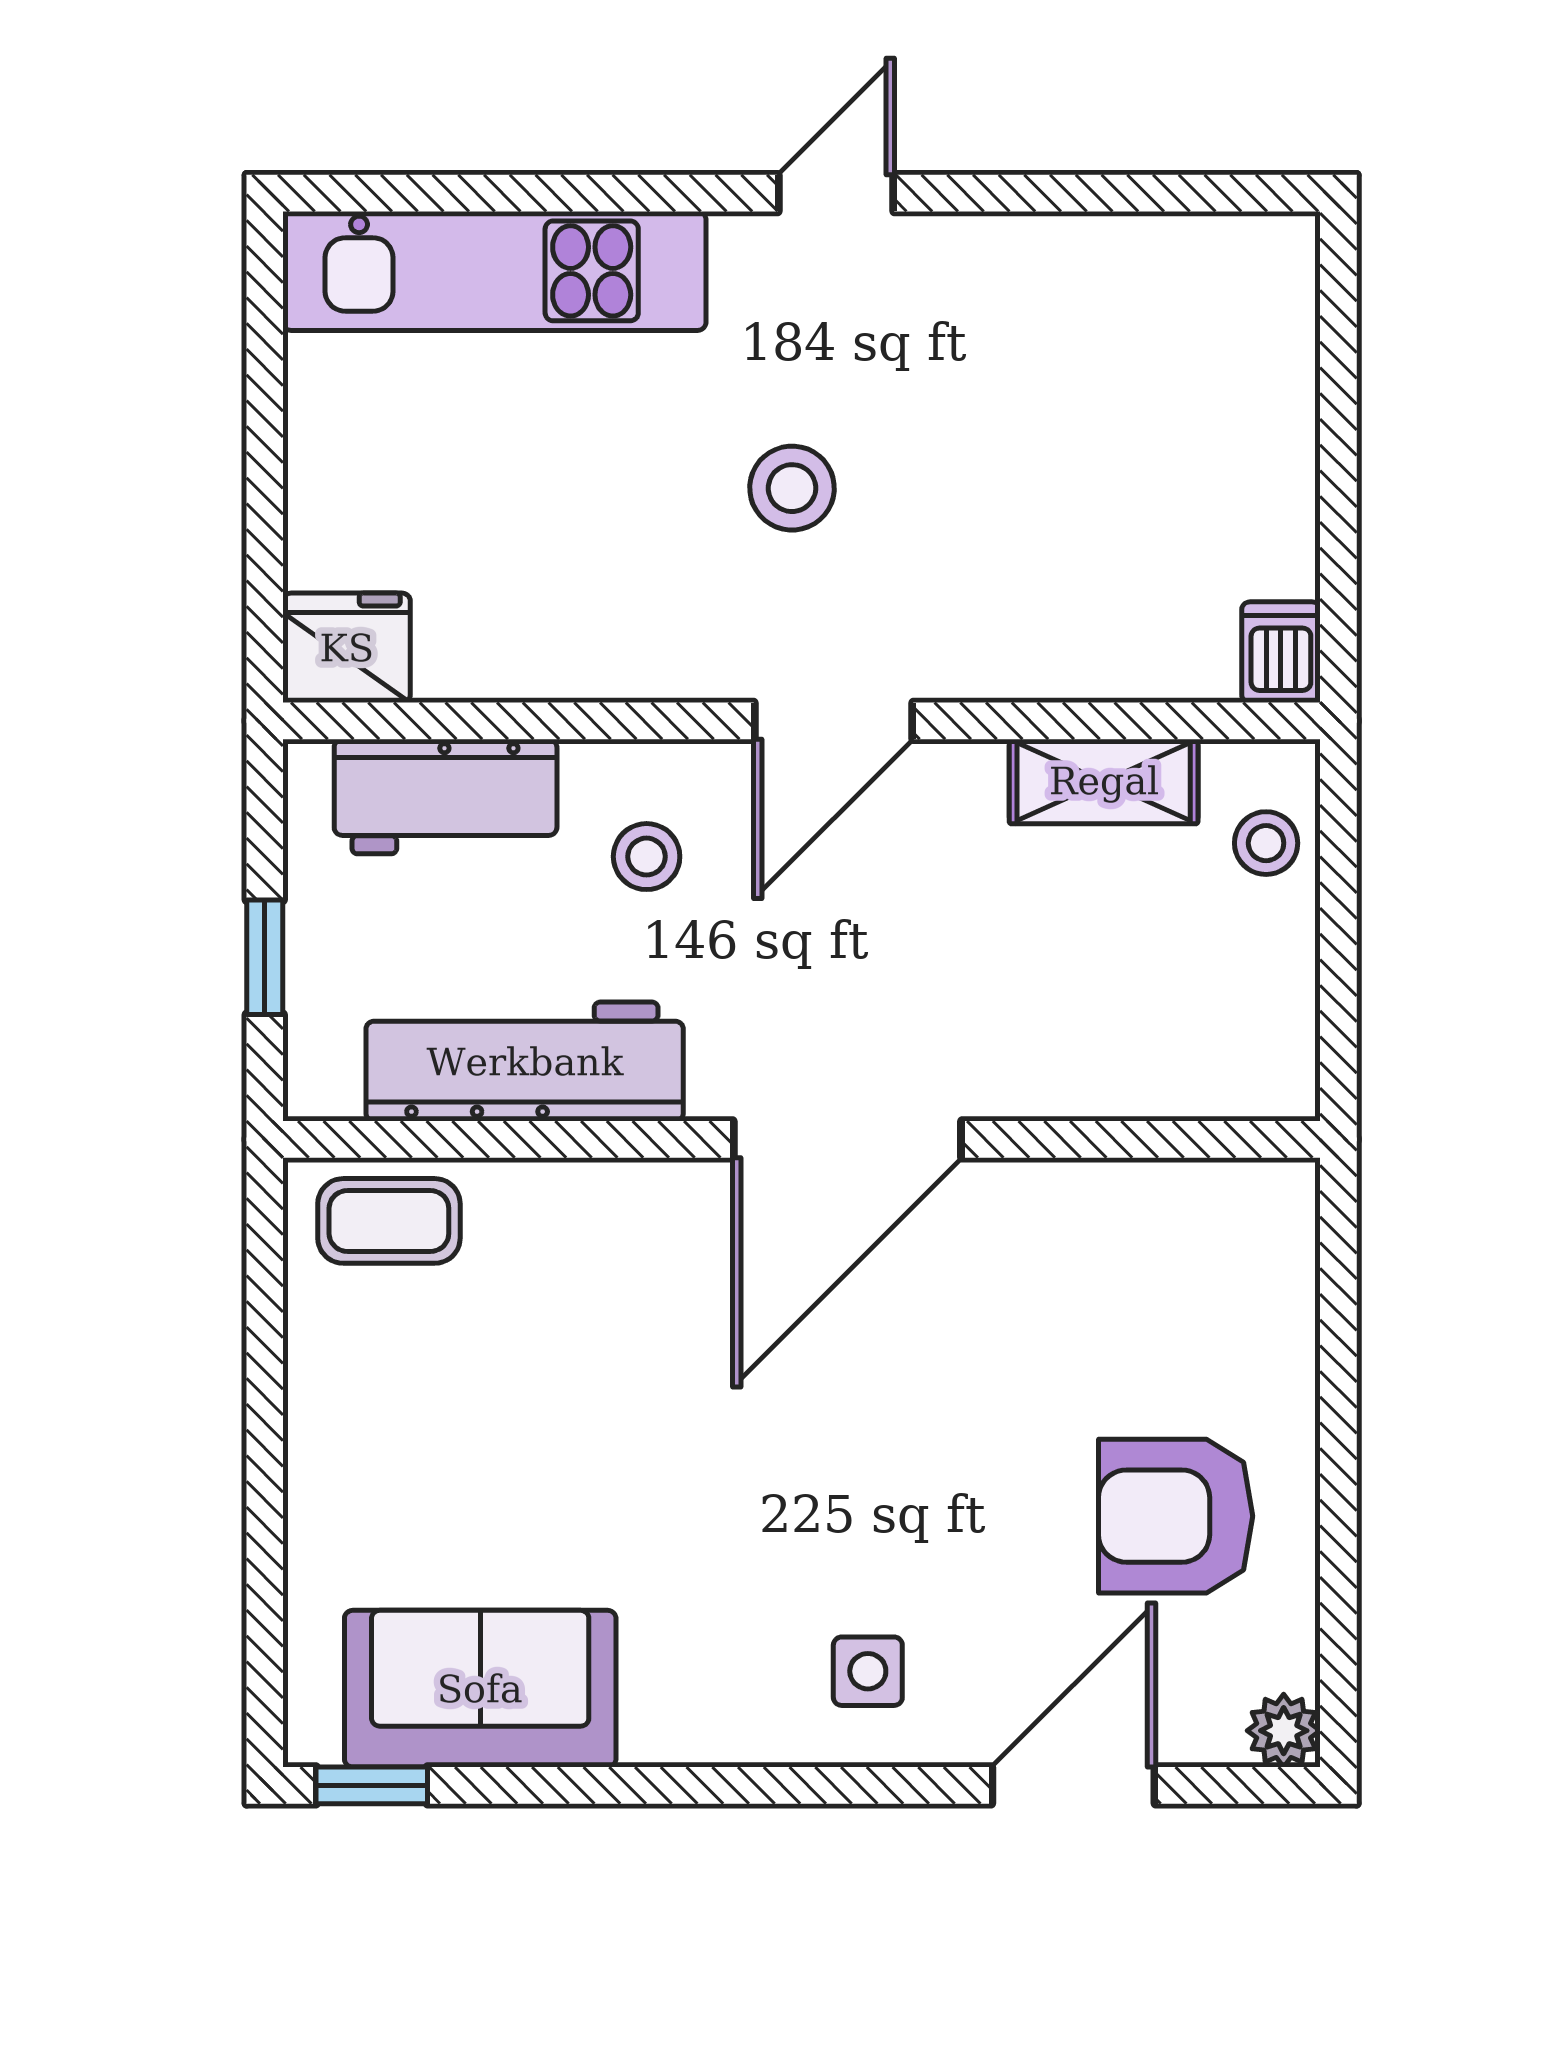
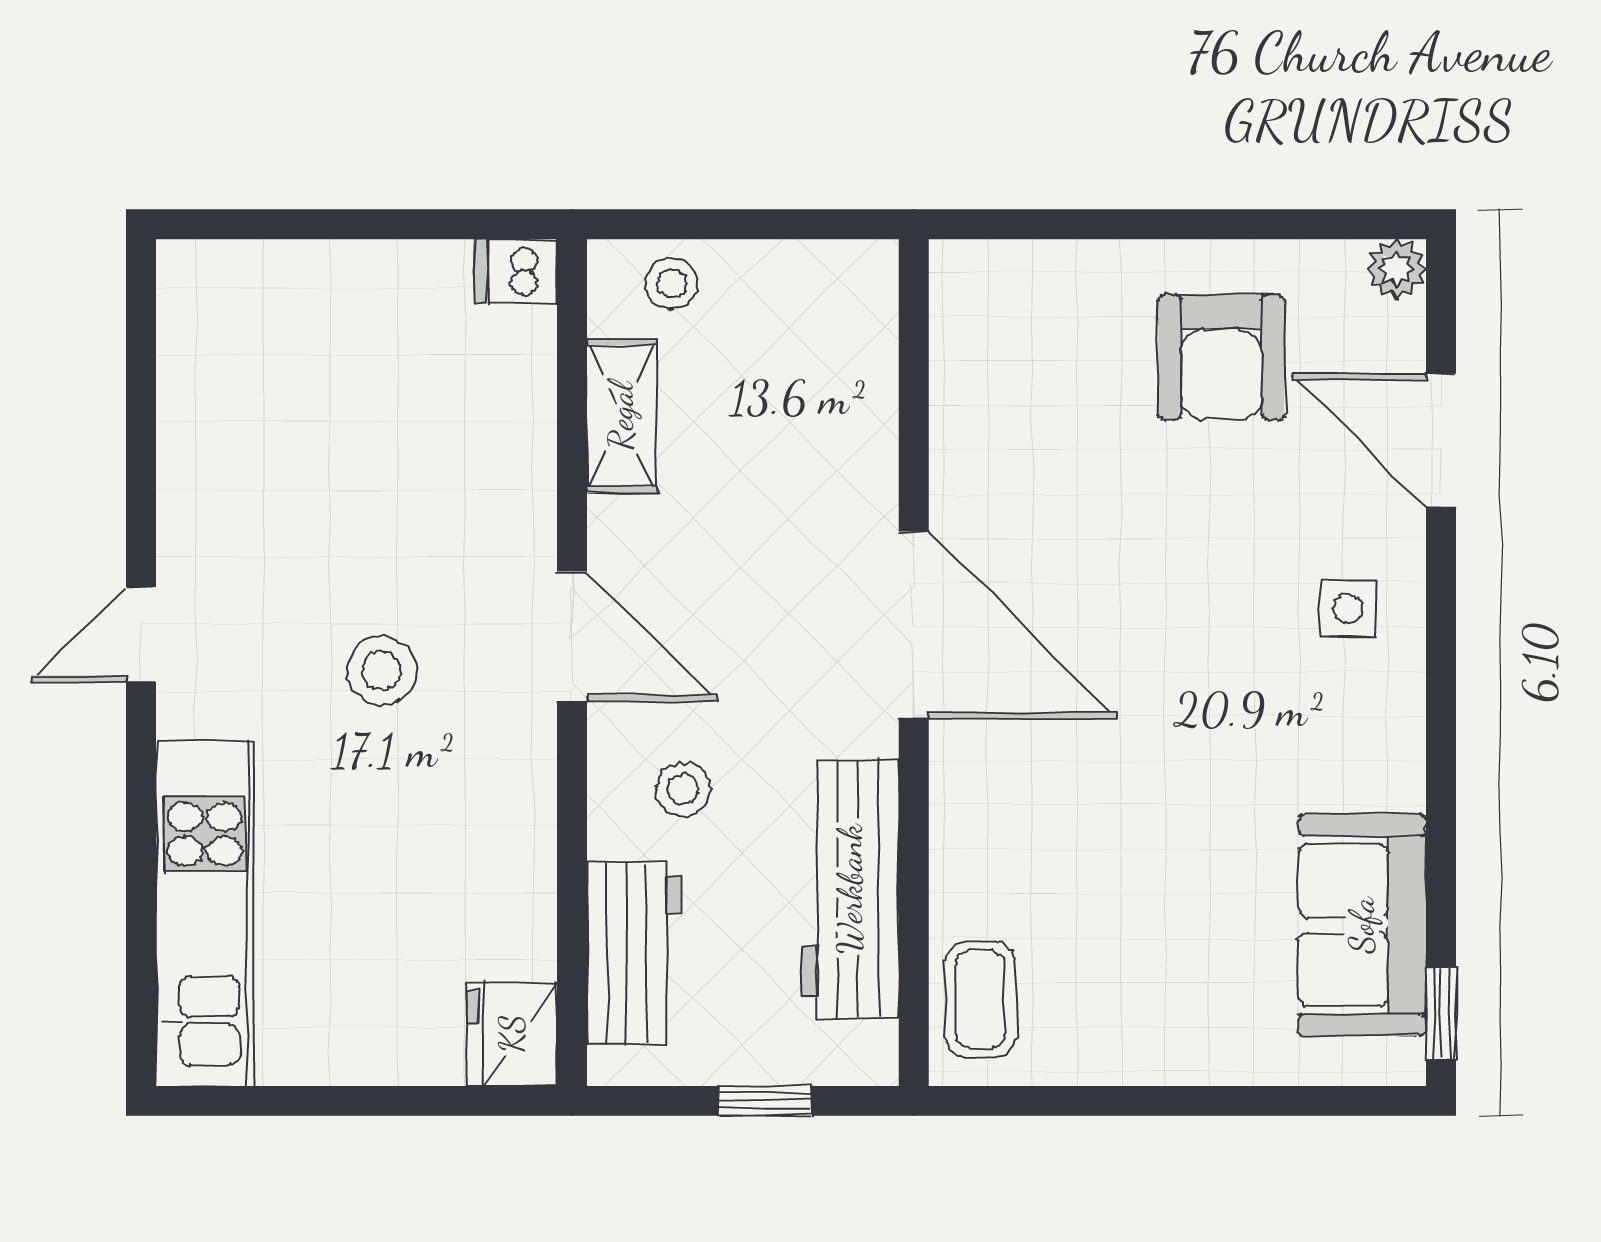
door: (836, 193) -> (141, 634), hinge flipped

